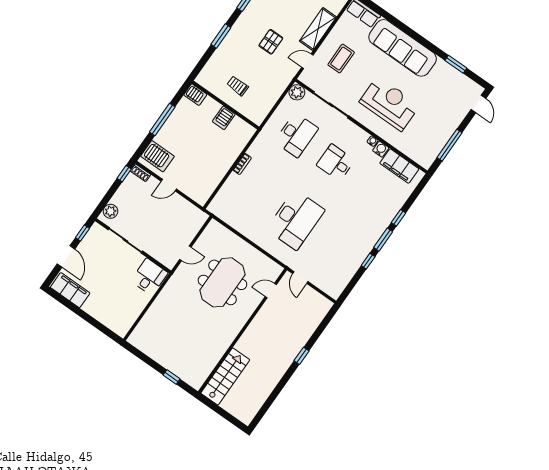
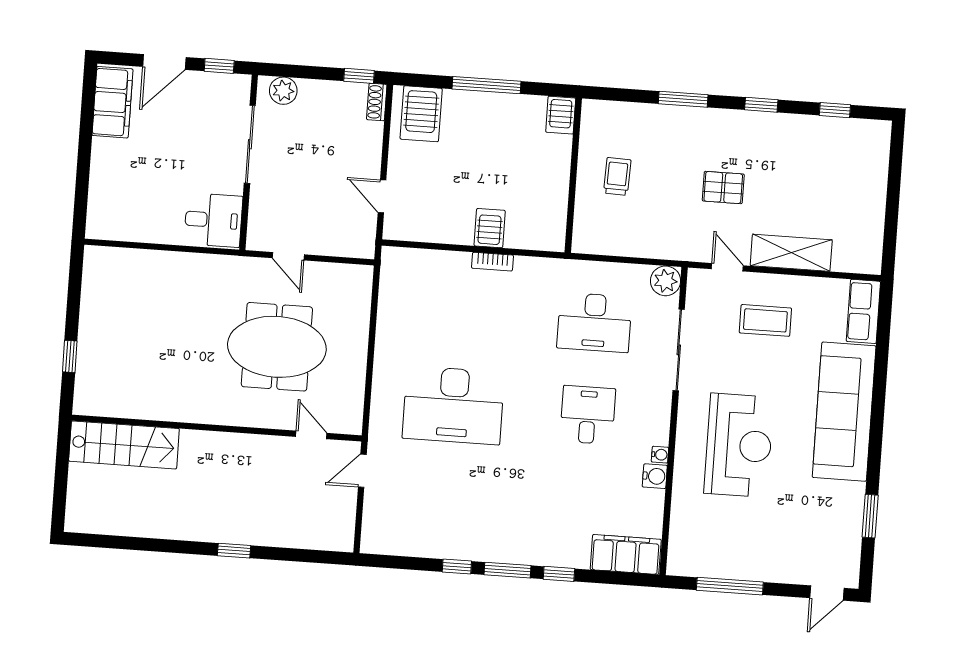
server rack: (224, 118) -> (490, 228), moved, turned 90
filing cabinet: (399, 166) -> (626, 554), moved, turned 90
door: (169, 185) -> (382, 196), moved

